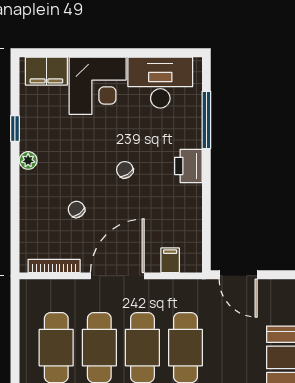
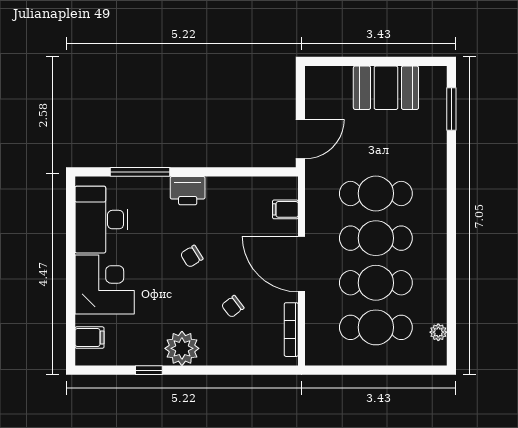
filing cabinet: (46, 71) -> (89, 338), width x0.50
plant: (28, 160) -> (182, 348), width x1.87, depth x1.87

